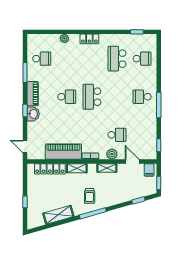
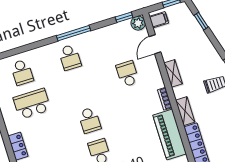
school desk: (117, 59) -> (32, 104), turned 180
school desk: (142, 59) -> (22, 72), turned 180
school desk: (92, 97) -> (90, 120), width x0.54
plant: (112, 154) -> (138, 23), moved

